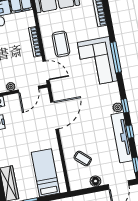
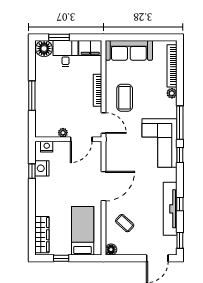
corner sofa: (97, 62) -> (160, 143), moved
window: (125, 106) -> (180, 155), moved
plant: (118, 107) -> (172, 93), moved
door: (55, 116) -> (103, 186), moved
floor lamp: (95, 181) -> (111, 250), moved

